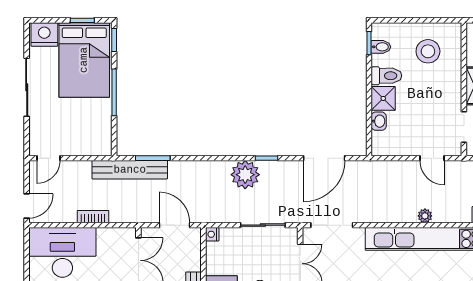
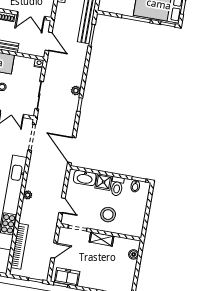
stool: (428, 51) -> (108, 215), moved
washbasin: (379, 121) -> (85, 178), width x1.91, depth x1.45
door: (324, 158) -> (72, 150), moved
door: (432, 158) -> (62, 205), swing flipped
plant: (245, 175) -> (76, 91), width x0.53, depth x0.53
door: (175, 225) -> (49, 41), hinge flipped

